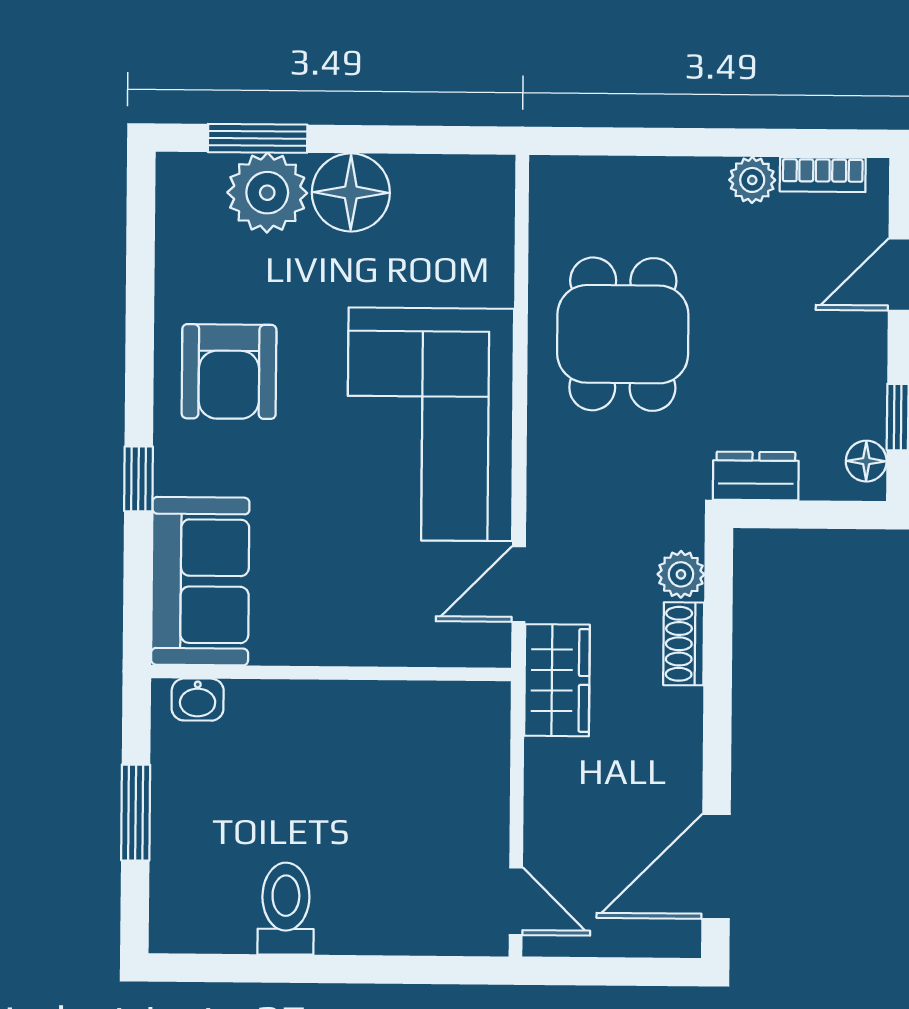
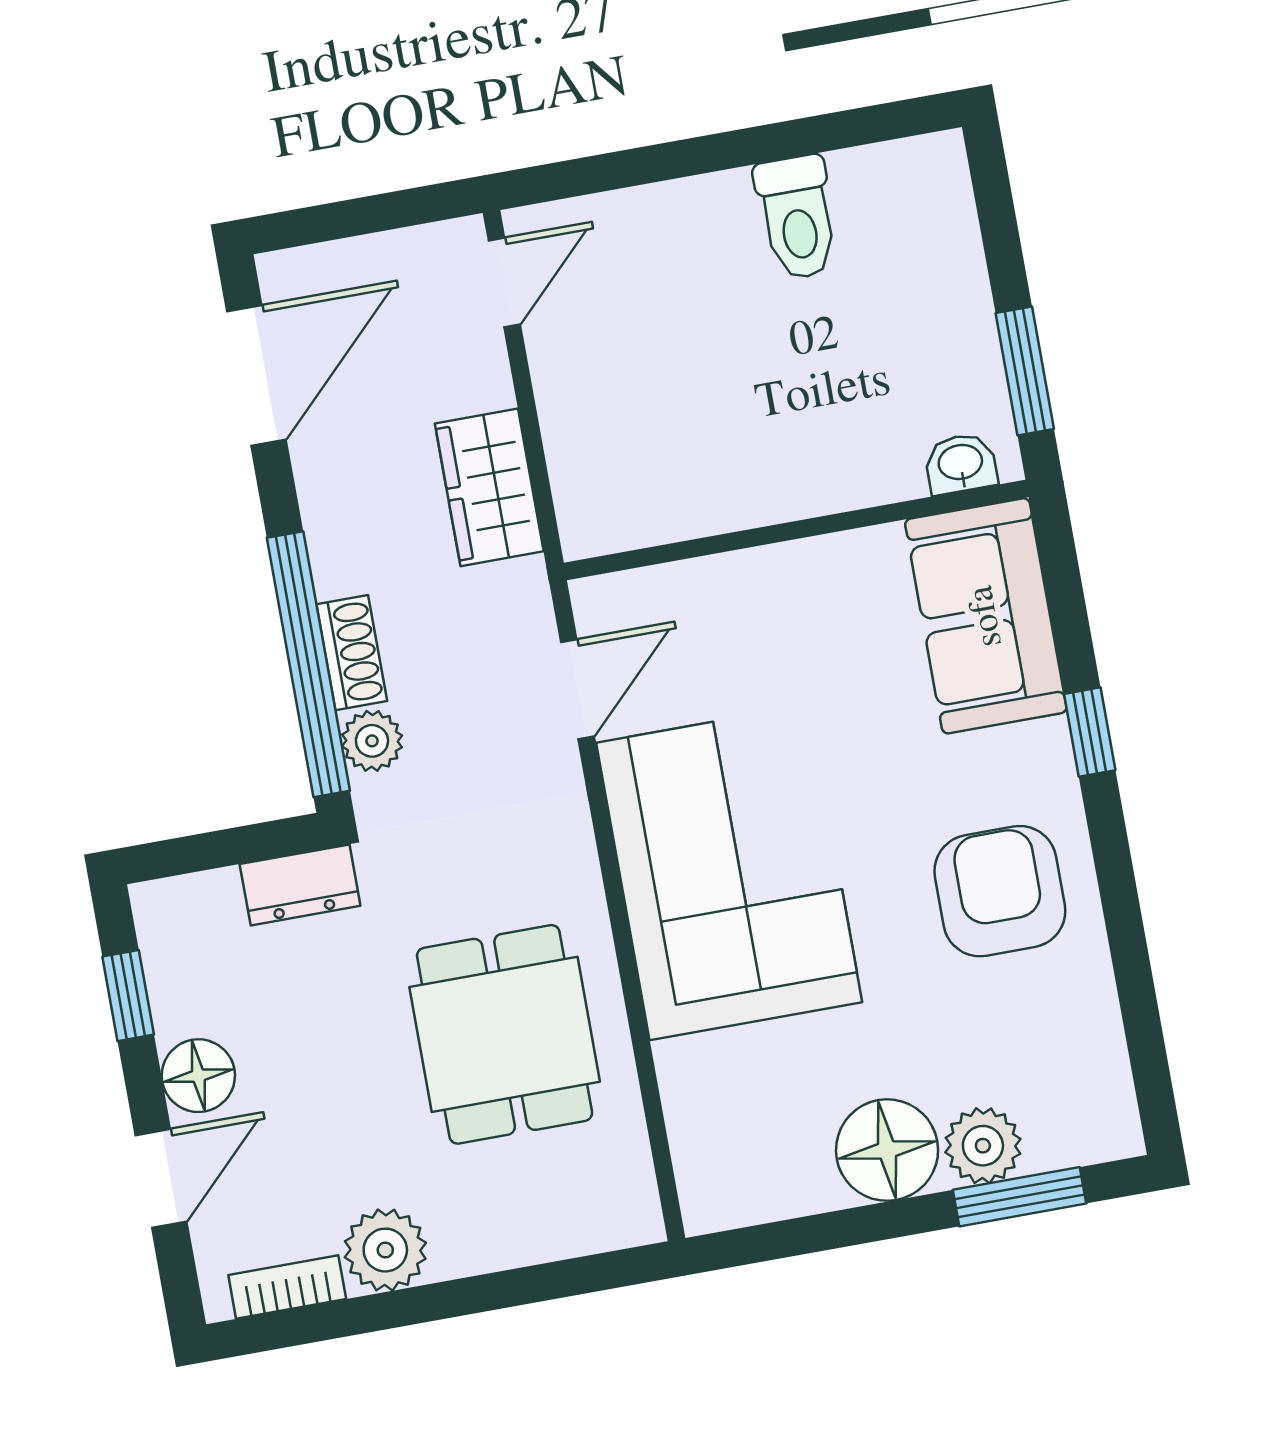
plant: (752, 180) -> (385, 1250), width x1.38, depth x1.38
plant: (267, 193) -> (983, 1146), width x0.73, depth x0.73
floor lamp: (866, 461) -> (198, 1076), moved, width x1.37, depth x1.37
window: (718, 641) -> (308, 664), added
wardrobe: (557, 680) -> (489, 487), moved
window: (136, 813) -> (1025, 371), moved
door: (516, 901) -> (504, 282), swing flipped

